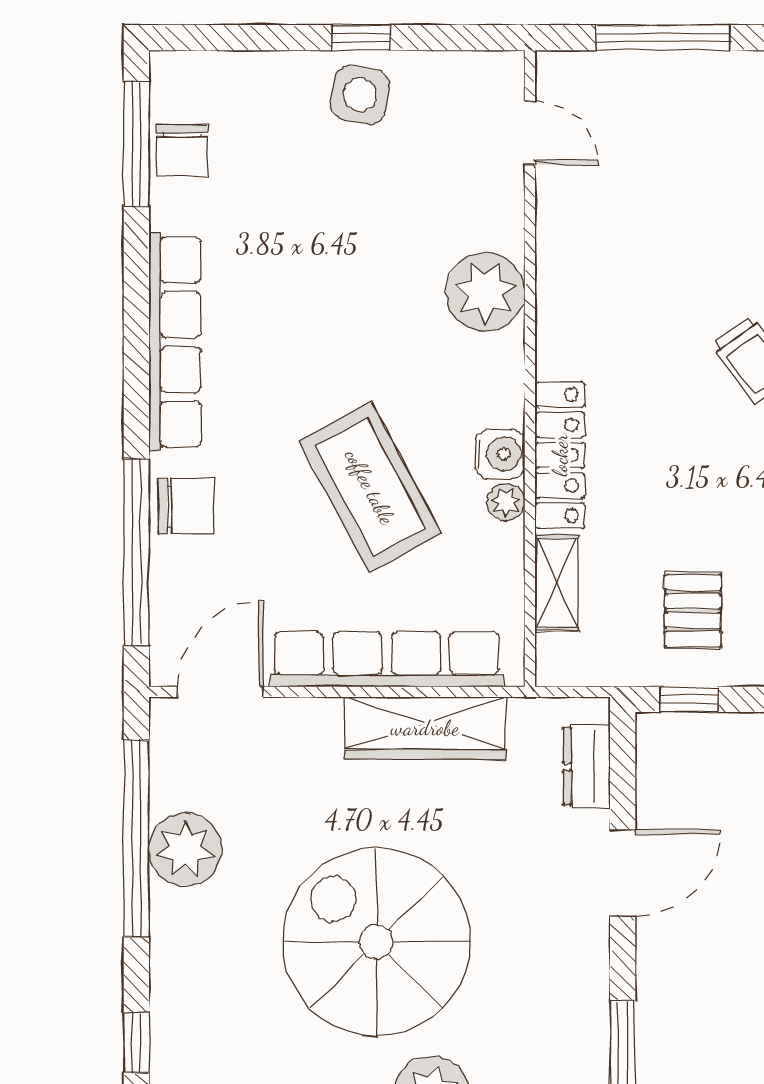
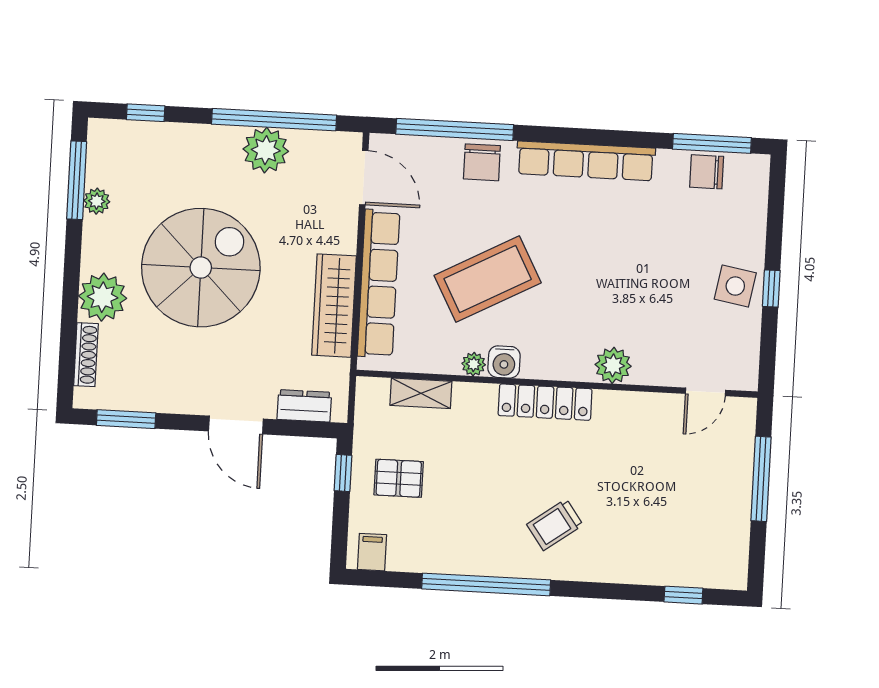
plant: (485, 292) -> (613, 365), width x0.73, depth x0.73
locker: (560, 455) -> (545, 402), moved

